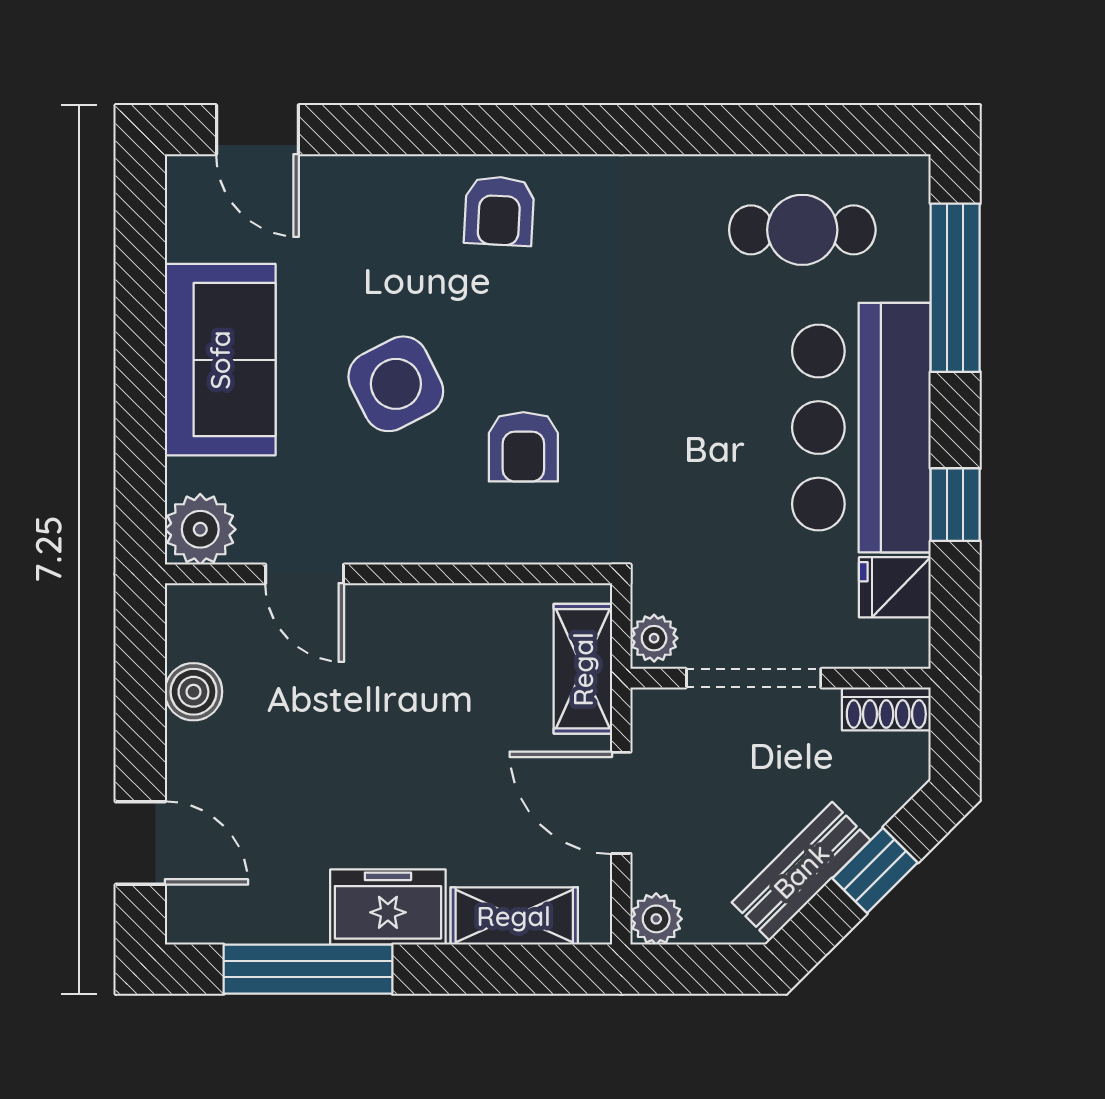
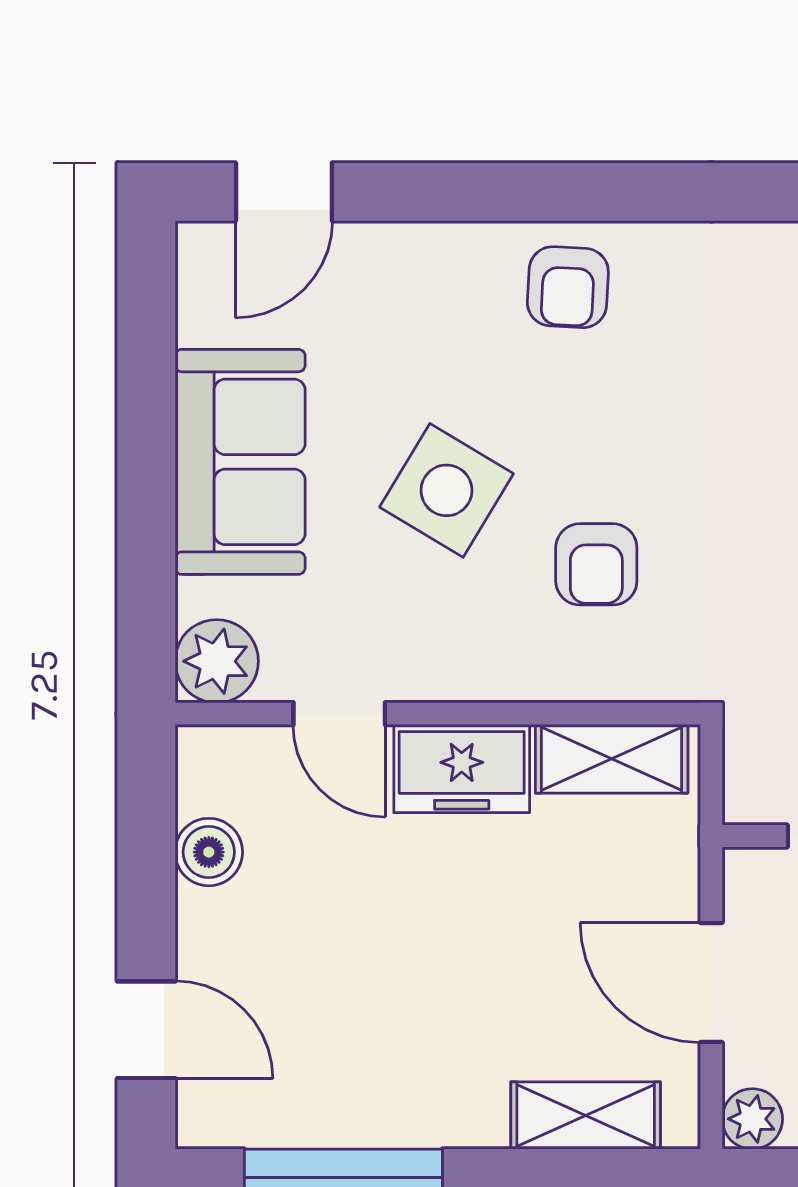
door: (257, 130) -> (284, 192), hinge flipped
side table: (396, 384) -> (446, 490), turned -32
plant: (654, 638) -> (750, 789), removed
shelving: (583, 669) -> (612, 759), moved, turned 90
freezer: (388, 907) -> (462, 769), moved, turned 180

